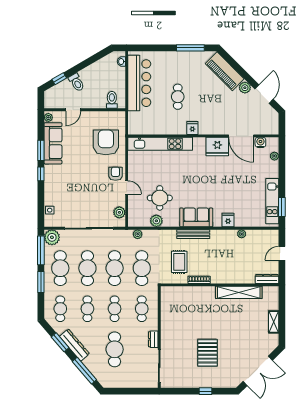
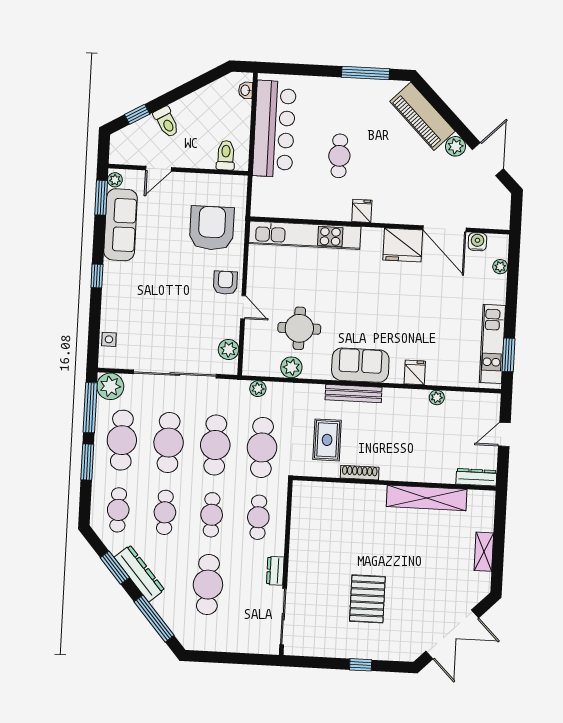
window: (41, 150) -> (101, 198), moved

